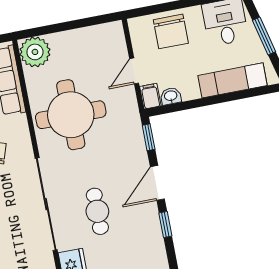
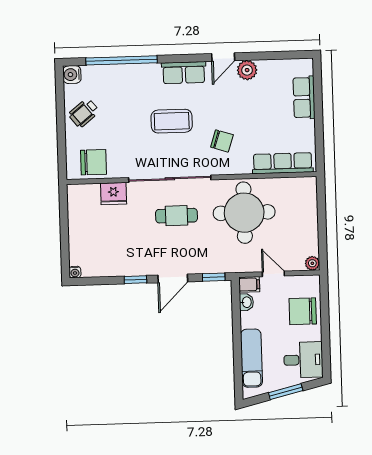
plant: (35, 52) -> (312, 263), moved, width x0.53, depth x0.53
door: (157, 183) -> (173, 278), swing flipped
cafe table: (97, 211) -> (176, 216), moved

